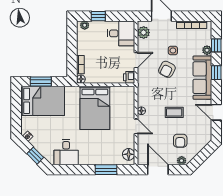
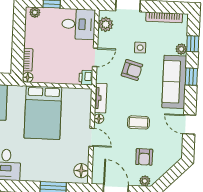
armchair: (167, 69) -> (132, 70), turned -102
tv unit: (142, 94) -> (101, 98), added

